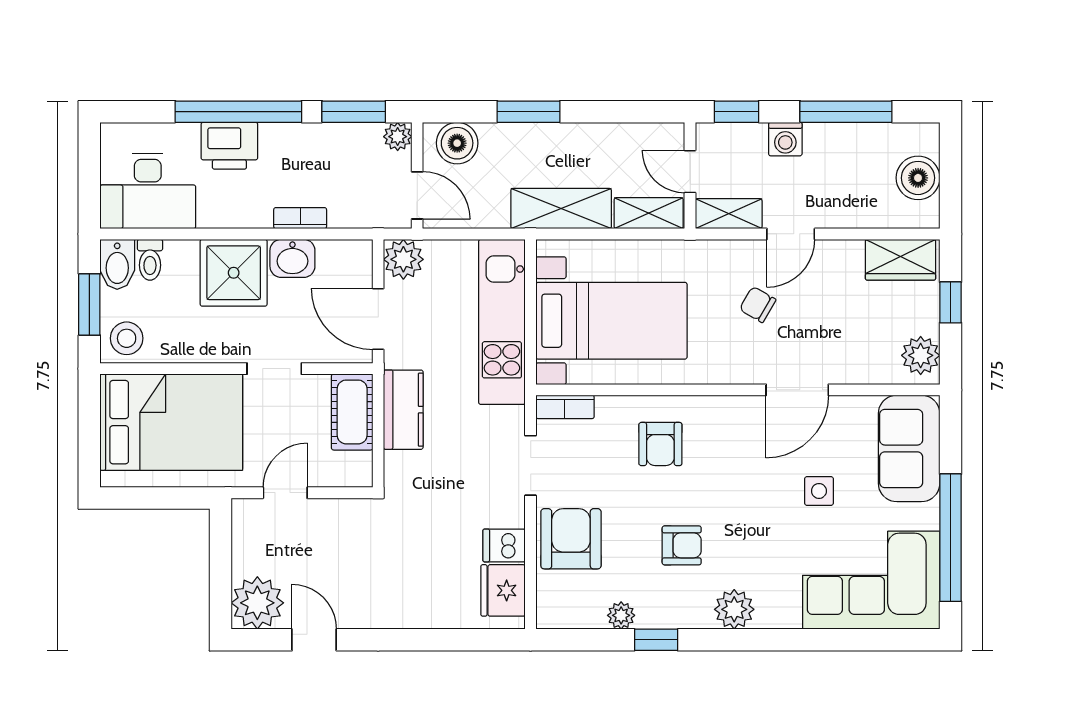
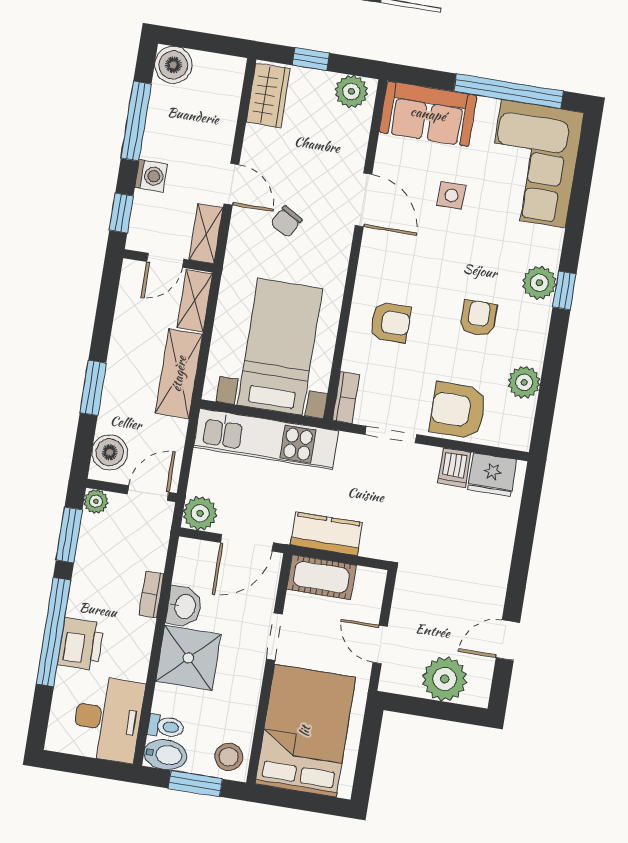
boiler: (918, 178) -> (173, 65), moved
plant: (257, 603) -> (445, 679), moved
plant: (621, 615) -> (524, 382), width x1.38, depth x1.38
window: (656, 640) -> (564, 291), moved

